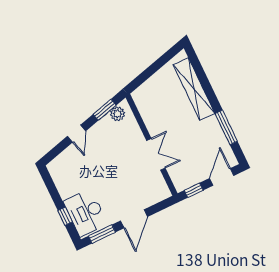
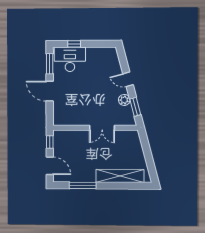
plant: (118, 114) -> (124, 100), moved
double door: (156, 154) -> (102, 128), moved

